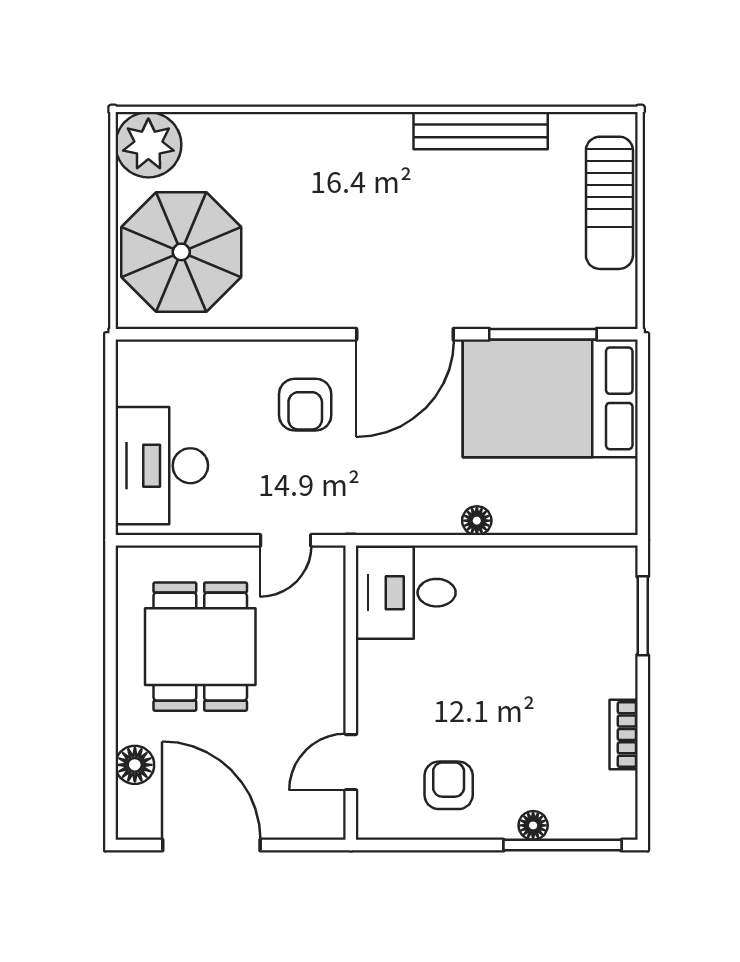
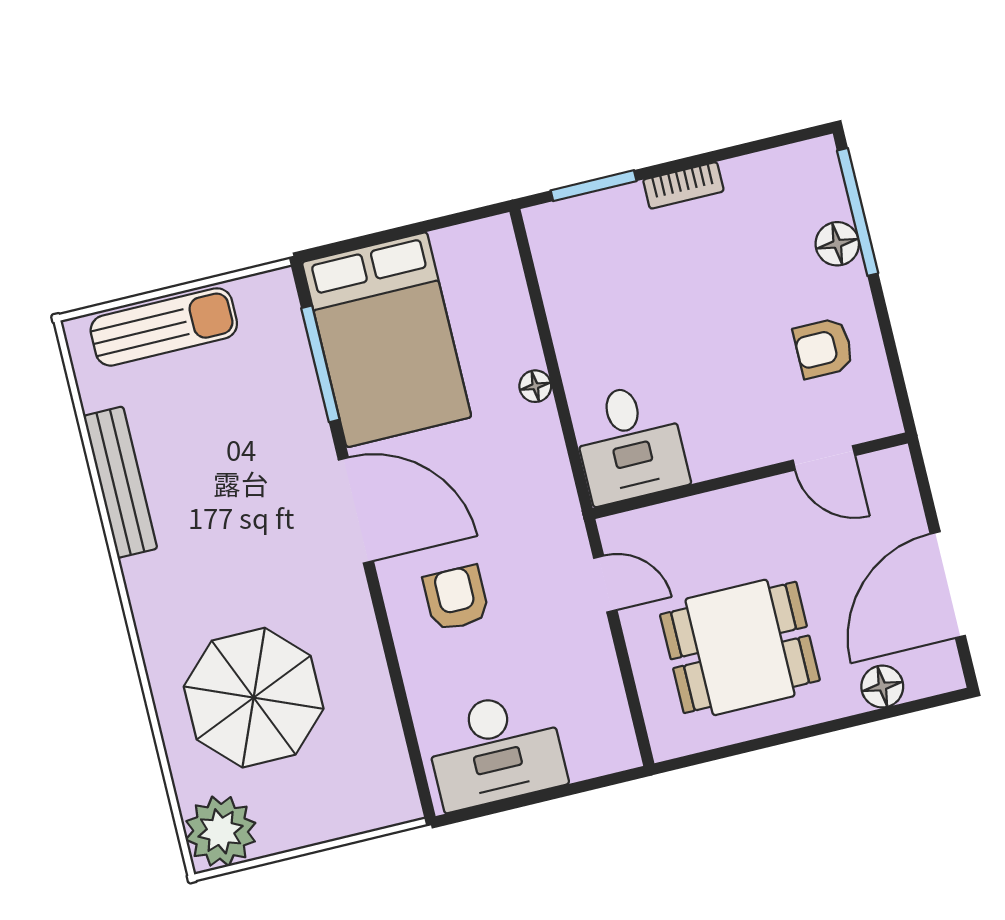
parasol: (181, 252) -> (254, 698), moved
armchair: (305, 405) -> (456, 598), turned -90
desk: (162, 466) -> (495, 750), moved
bookcase: (624, 734) -> (683, 185), moved
floor lamp: (533, 825) -> (837, 244), width x1.37, depth x1.37

